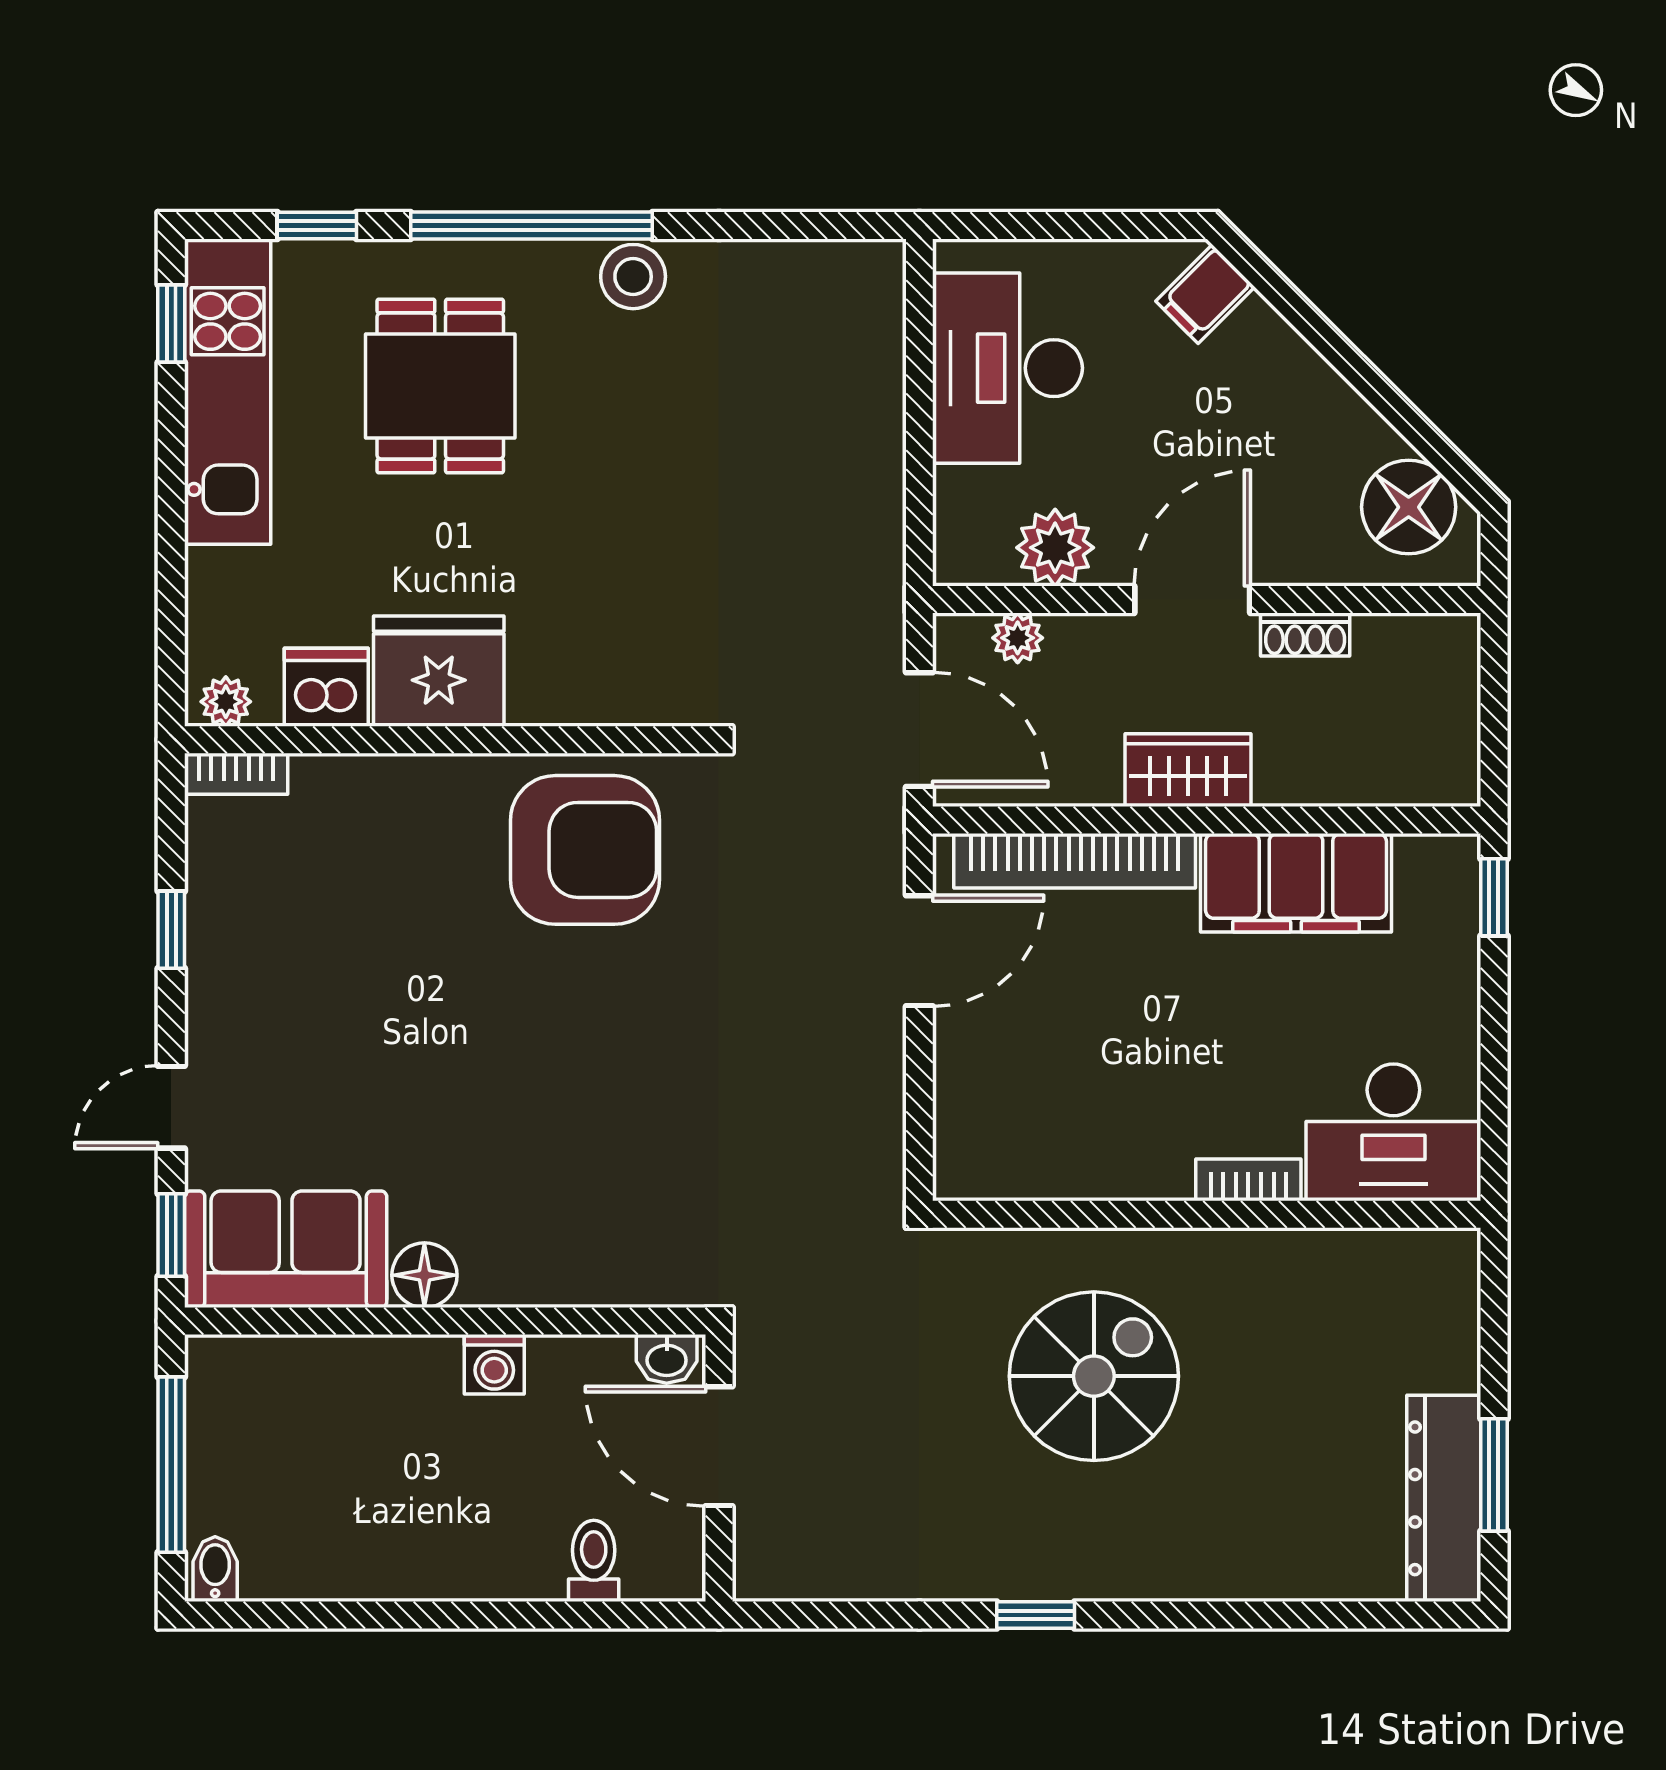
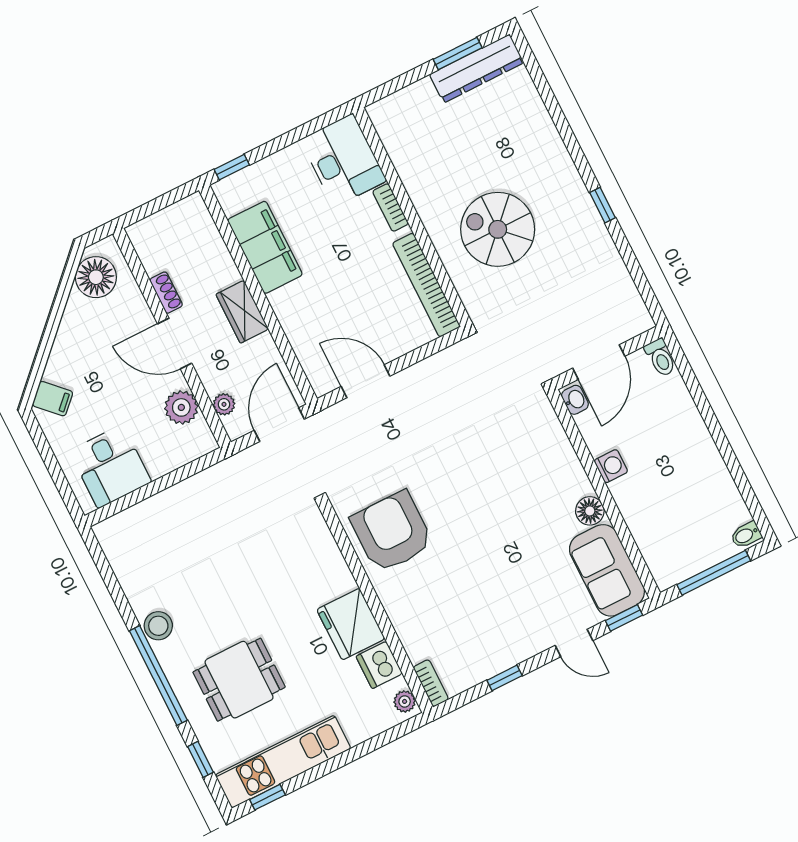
desk: (1008, 368) -> (110, 466), width x0.73
bookcase: (1075, 861) -> (426, 285), moved, turned 180
toilet: (594, 1561) -> (660, 358), moved, turned -90

